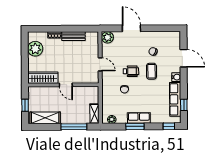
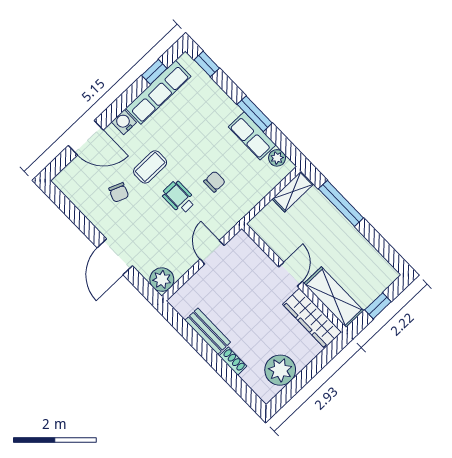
door: (184, 58) -> (86, 138), swing flipped
shelving: (45, 118) -> (334, 297), moved
row of seats: (139, 118) -> (252, 136), moved

